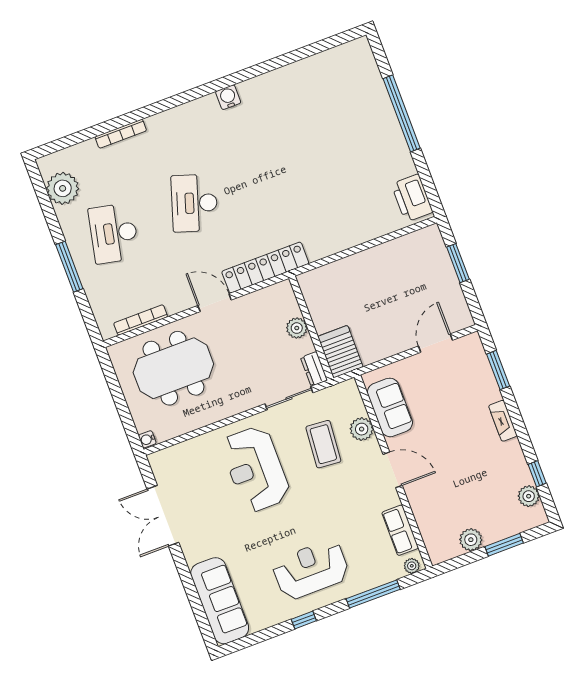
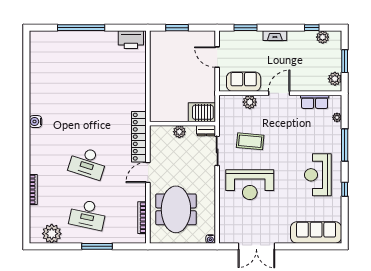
sofa: (390, 407) -> (244, 82), moved
plant: (362, 429) -> (250, 102), moved
door: (393, 470) -> (279, 93), moved
wall: (393, 472) -> (280, 93), moved
row of seats: (400, 530) -> (315, 102), moved

